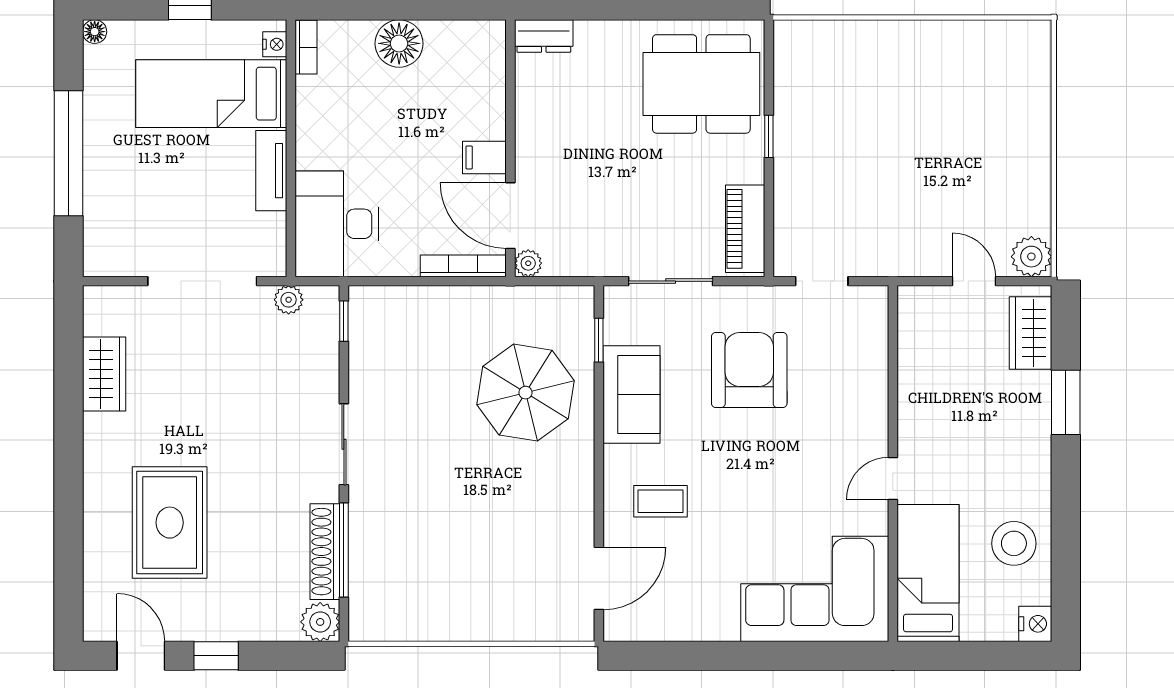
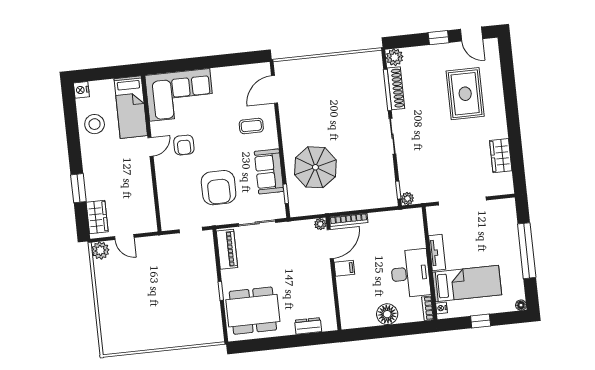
dresser: (544, 36) -> (308, 326), moved
door: (510, 216) -> (330, 244), hinge flipped
desk: (337, 224) -> (410, 273), moved
plant: (289, 300) -> (407, 199), moved
armchair: (817, 475) -> (184, 145), added

